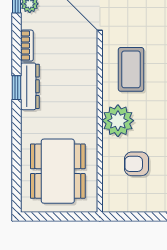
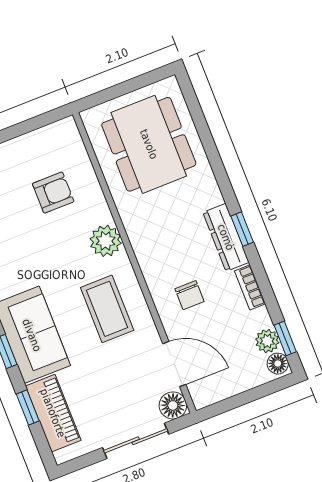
chair: (71, 57) -> (189, 295), added
plant: (118, 121) -> (106, 241), width x0.73, depth x0.73

